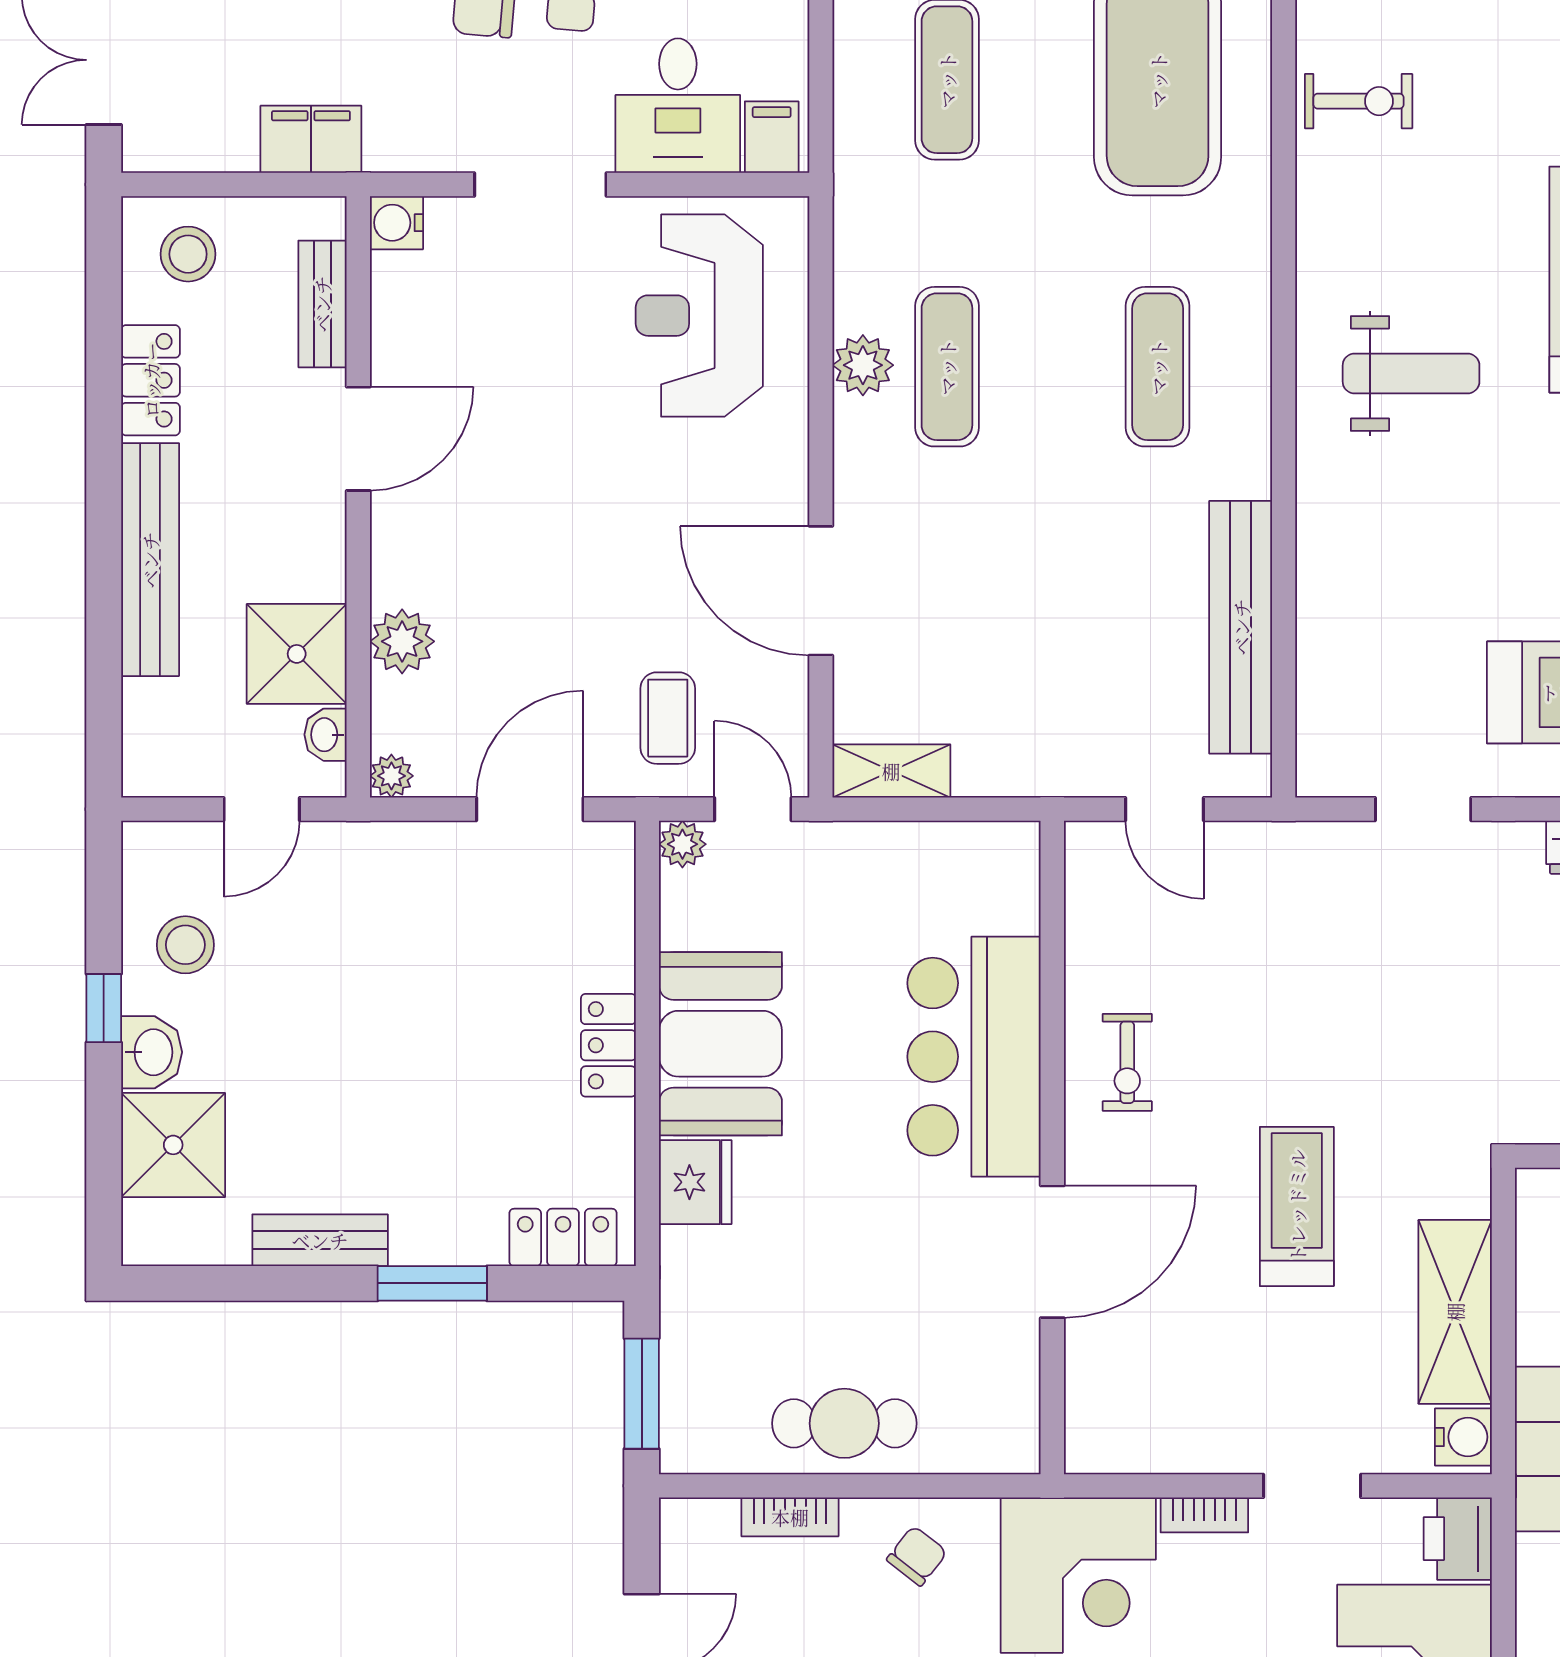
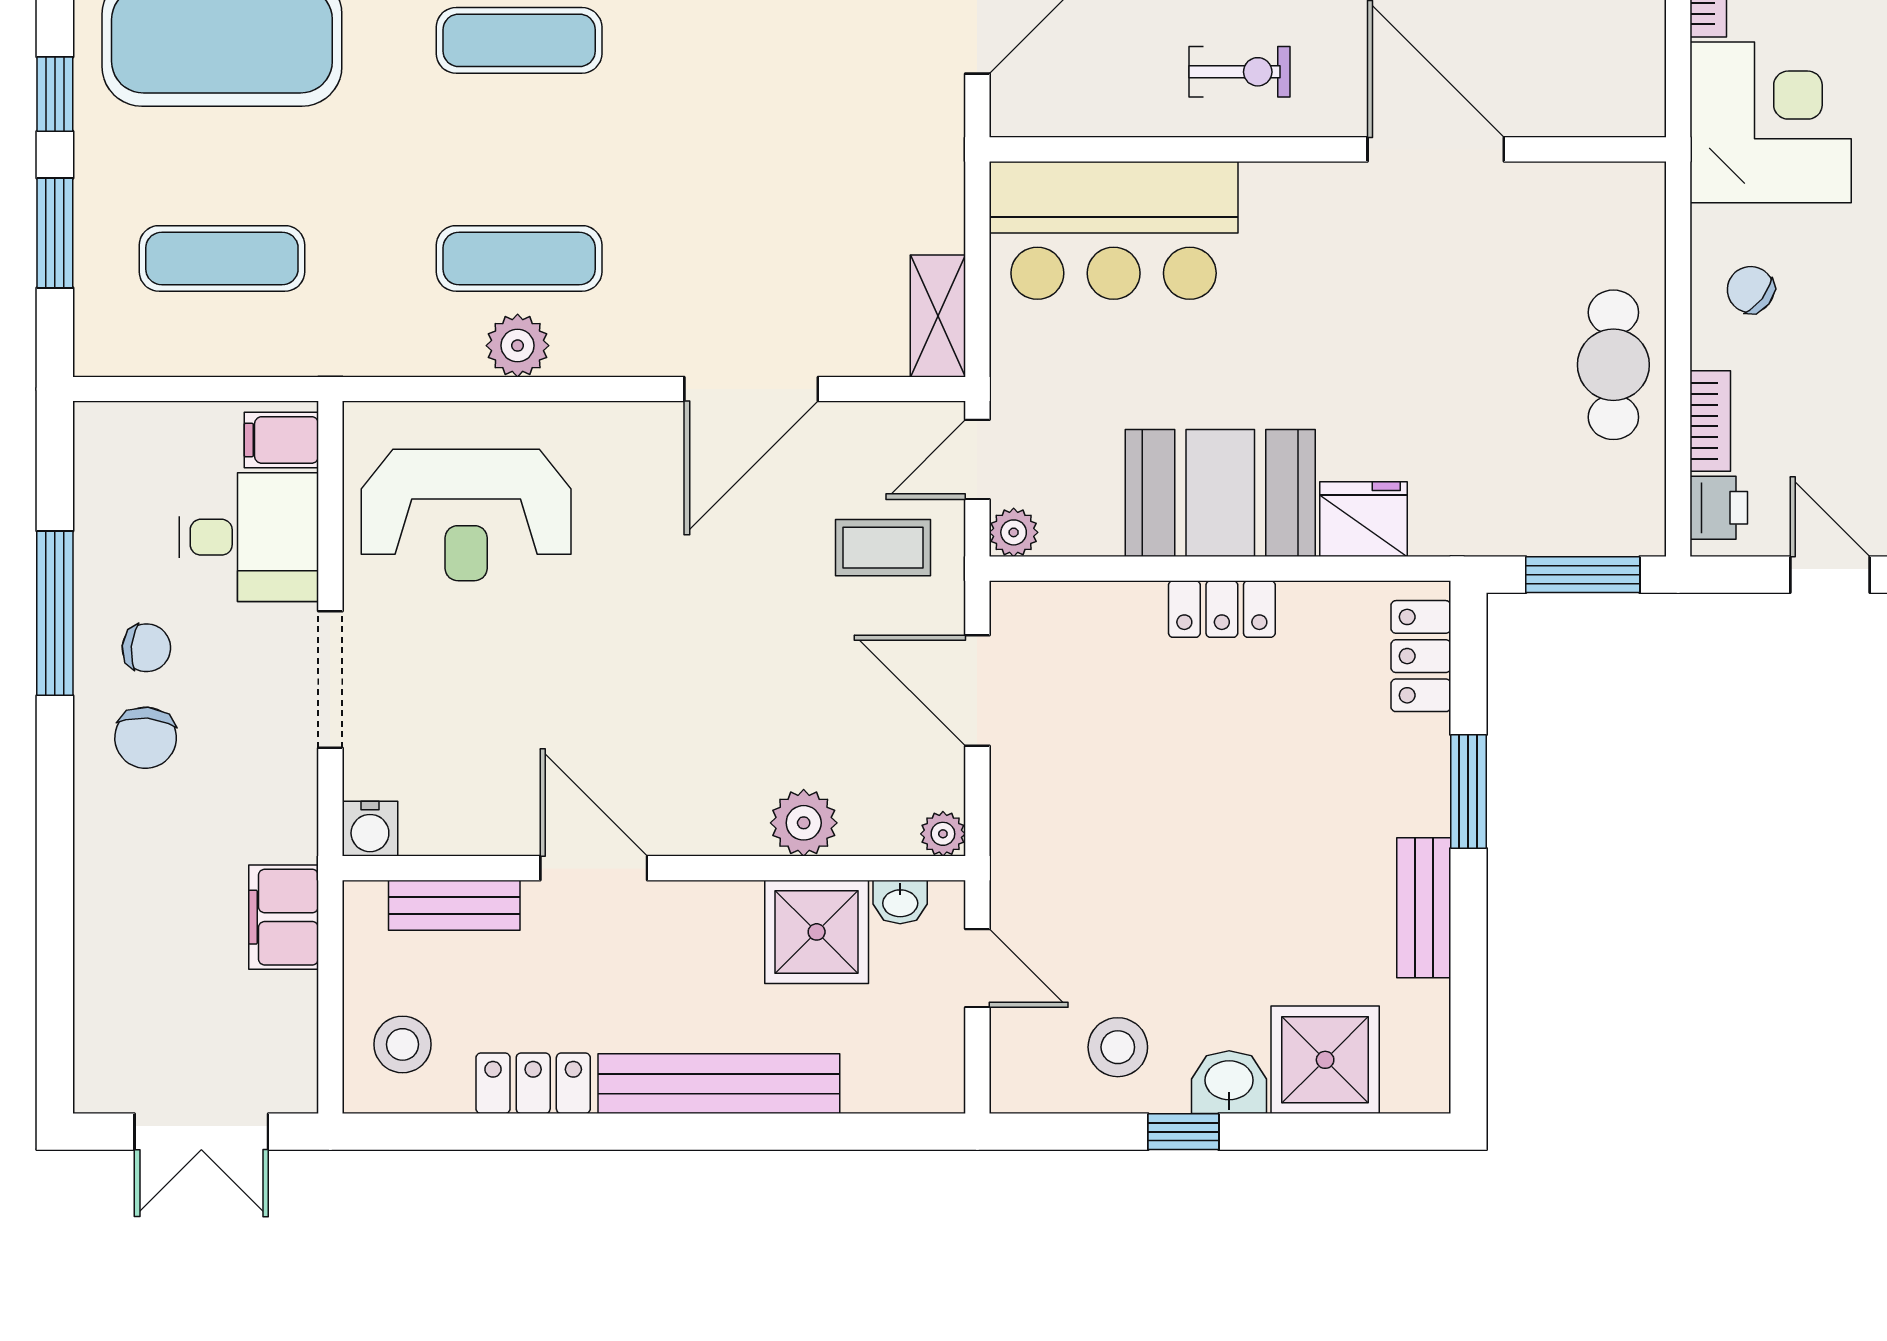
bar counter: (974, 1057) -> (1114, 230), moved
printer: (706, 1525) -> (1719, 508), added

